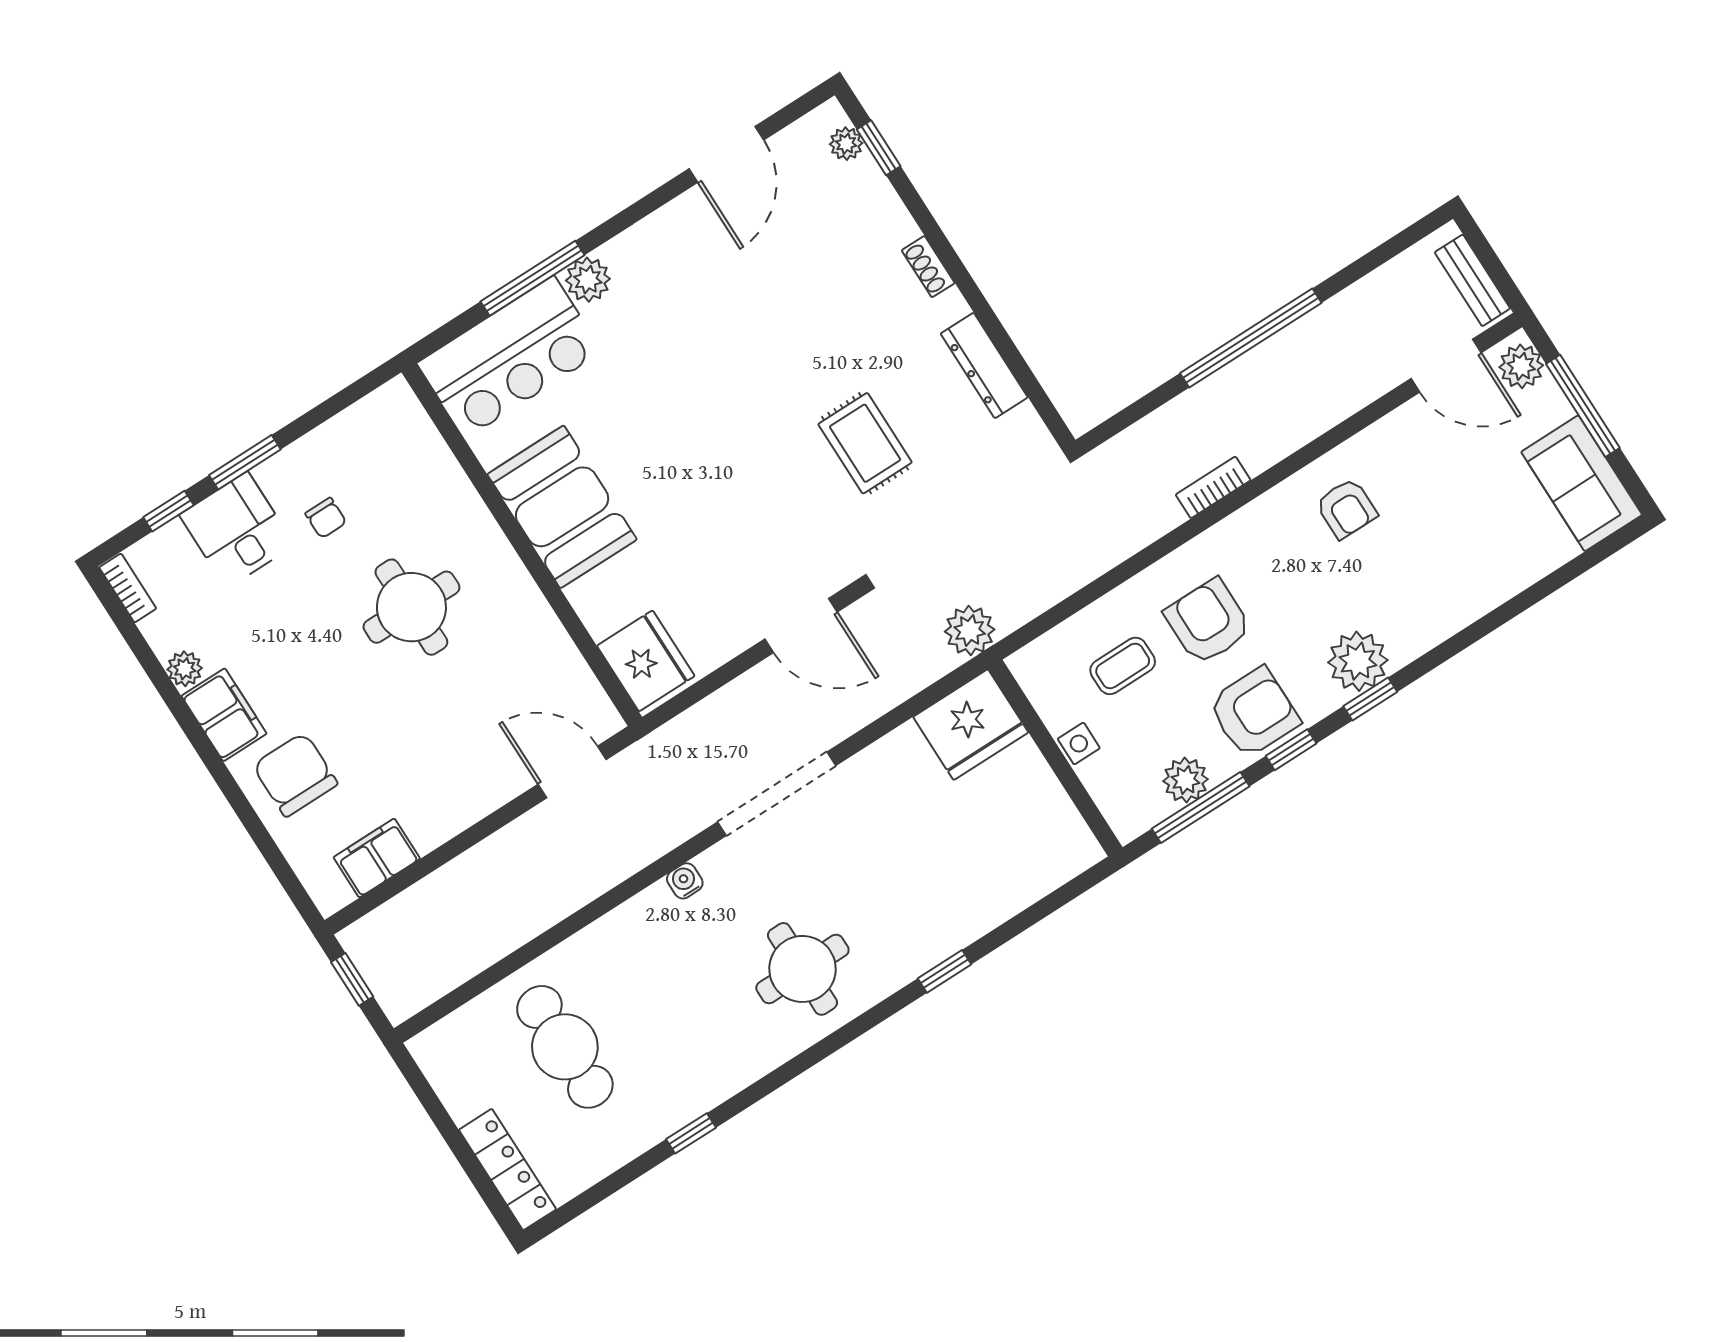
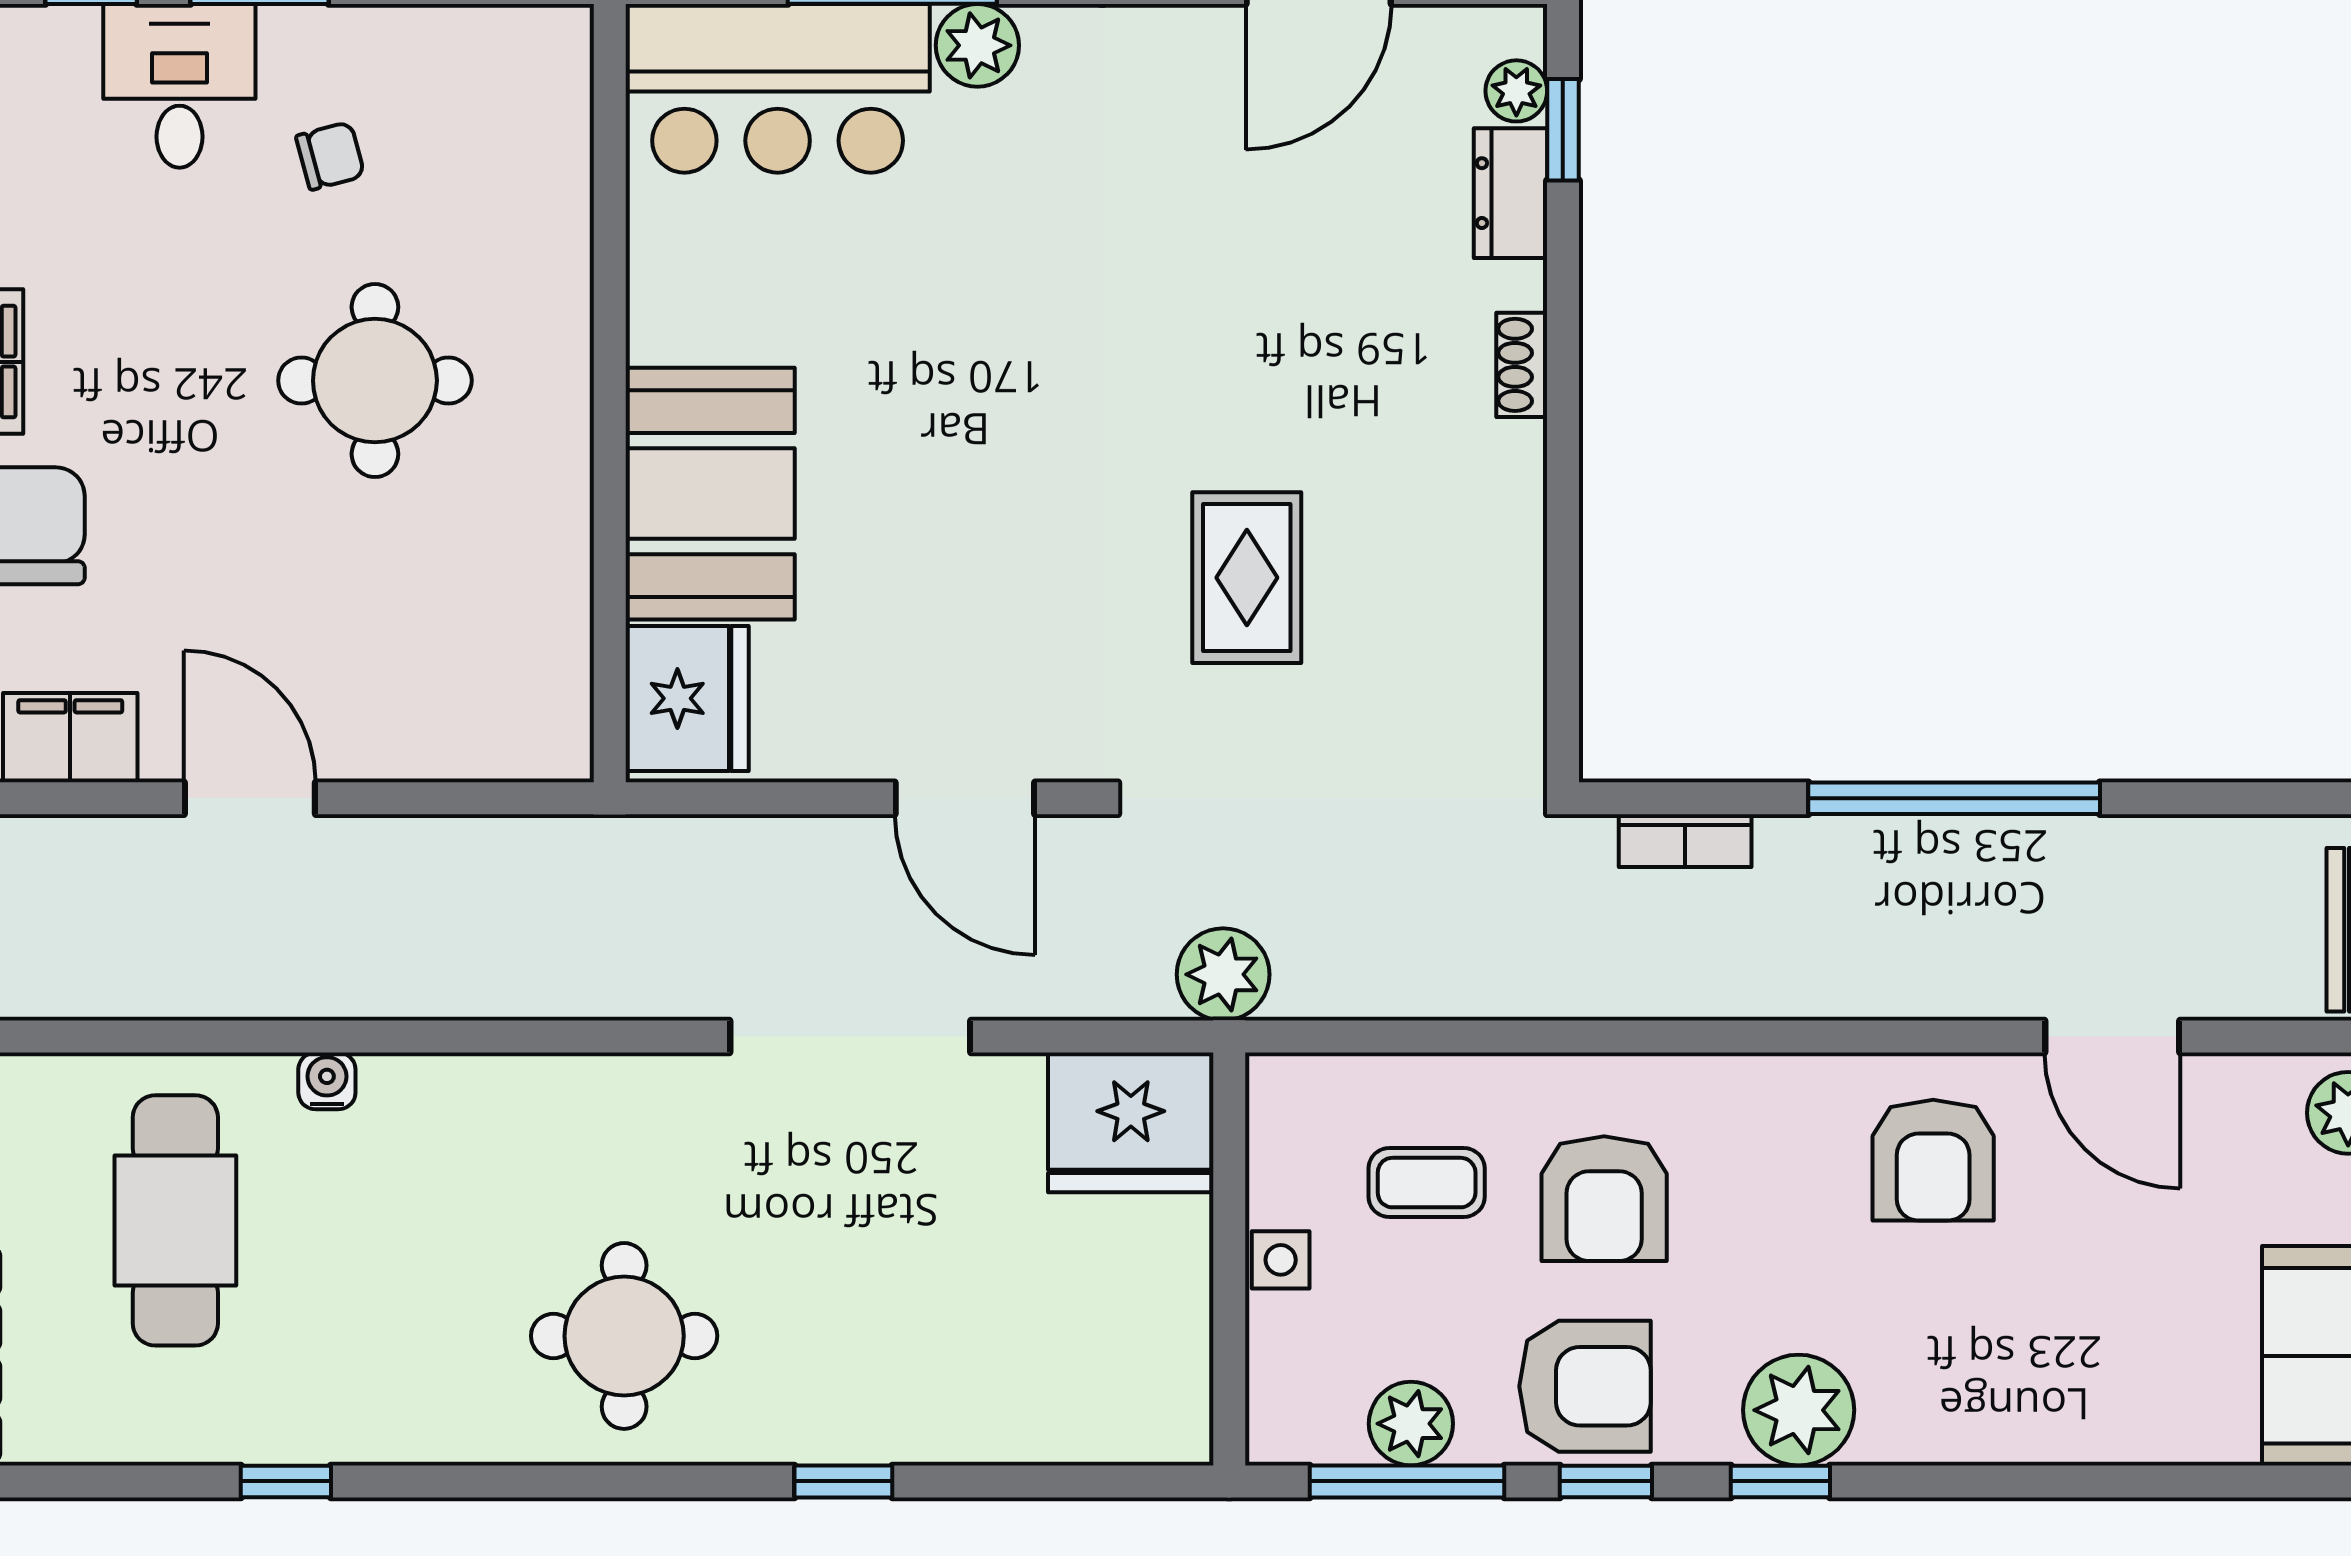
dresser: (984, 365) -> (1510, 193), moved, width x0.70
door: (1446, 366) -> (2112, 1037), moved
bookcase: (1213, 487) -> (1685, 841), moved, turned 180
booth: (562, 507) -> (710, 494), moved
armchair: (1346, 508) -> (1933, 1160), width x1.38, depth x1.38
chair: (326, 518) -> (330, 156), turned -105
armchair: (1208, 622) -> (1604, 1199), turned 180
door: (572, 772) -> (250, 798), moved
doorway: (777, 794) -> (850, 1037), moved
water cooler: (685, 881) -> (327, 1081), moved

